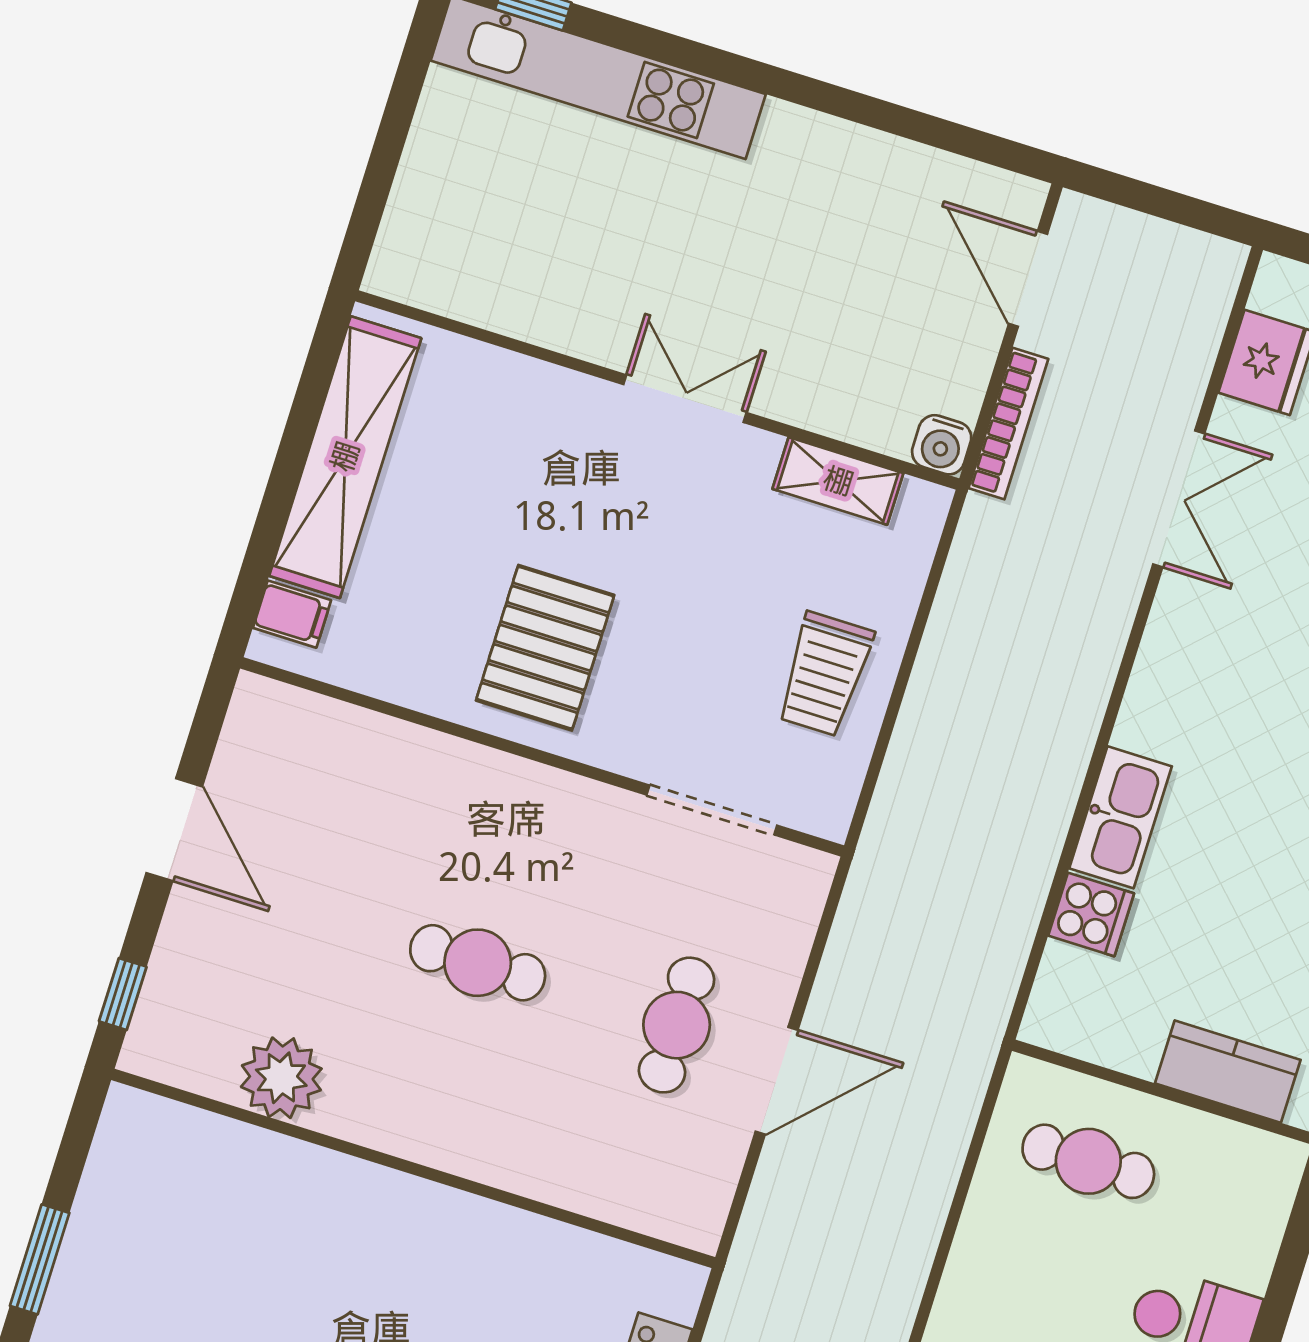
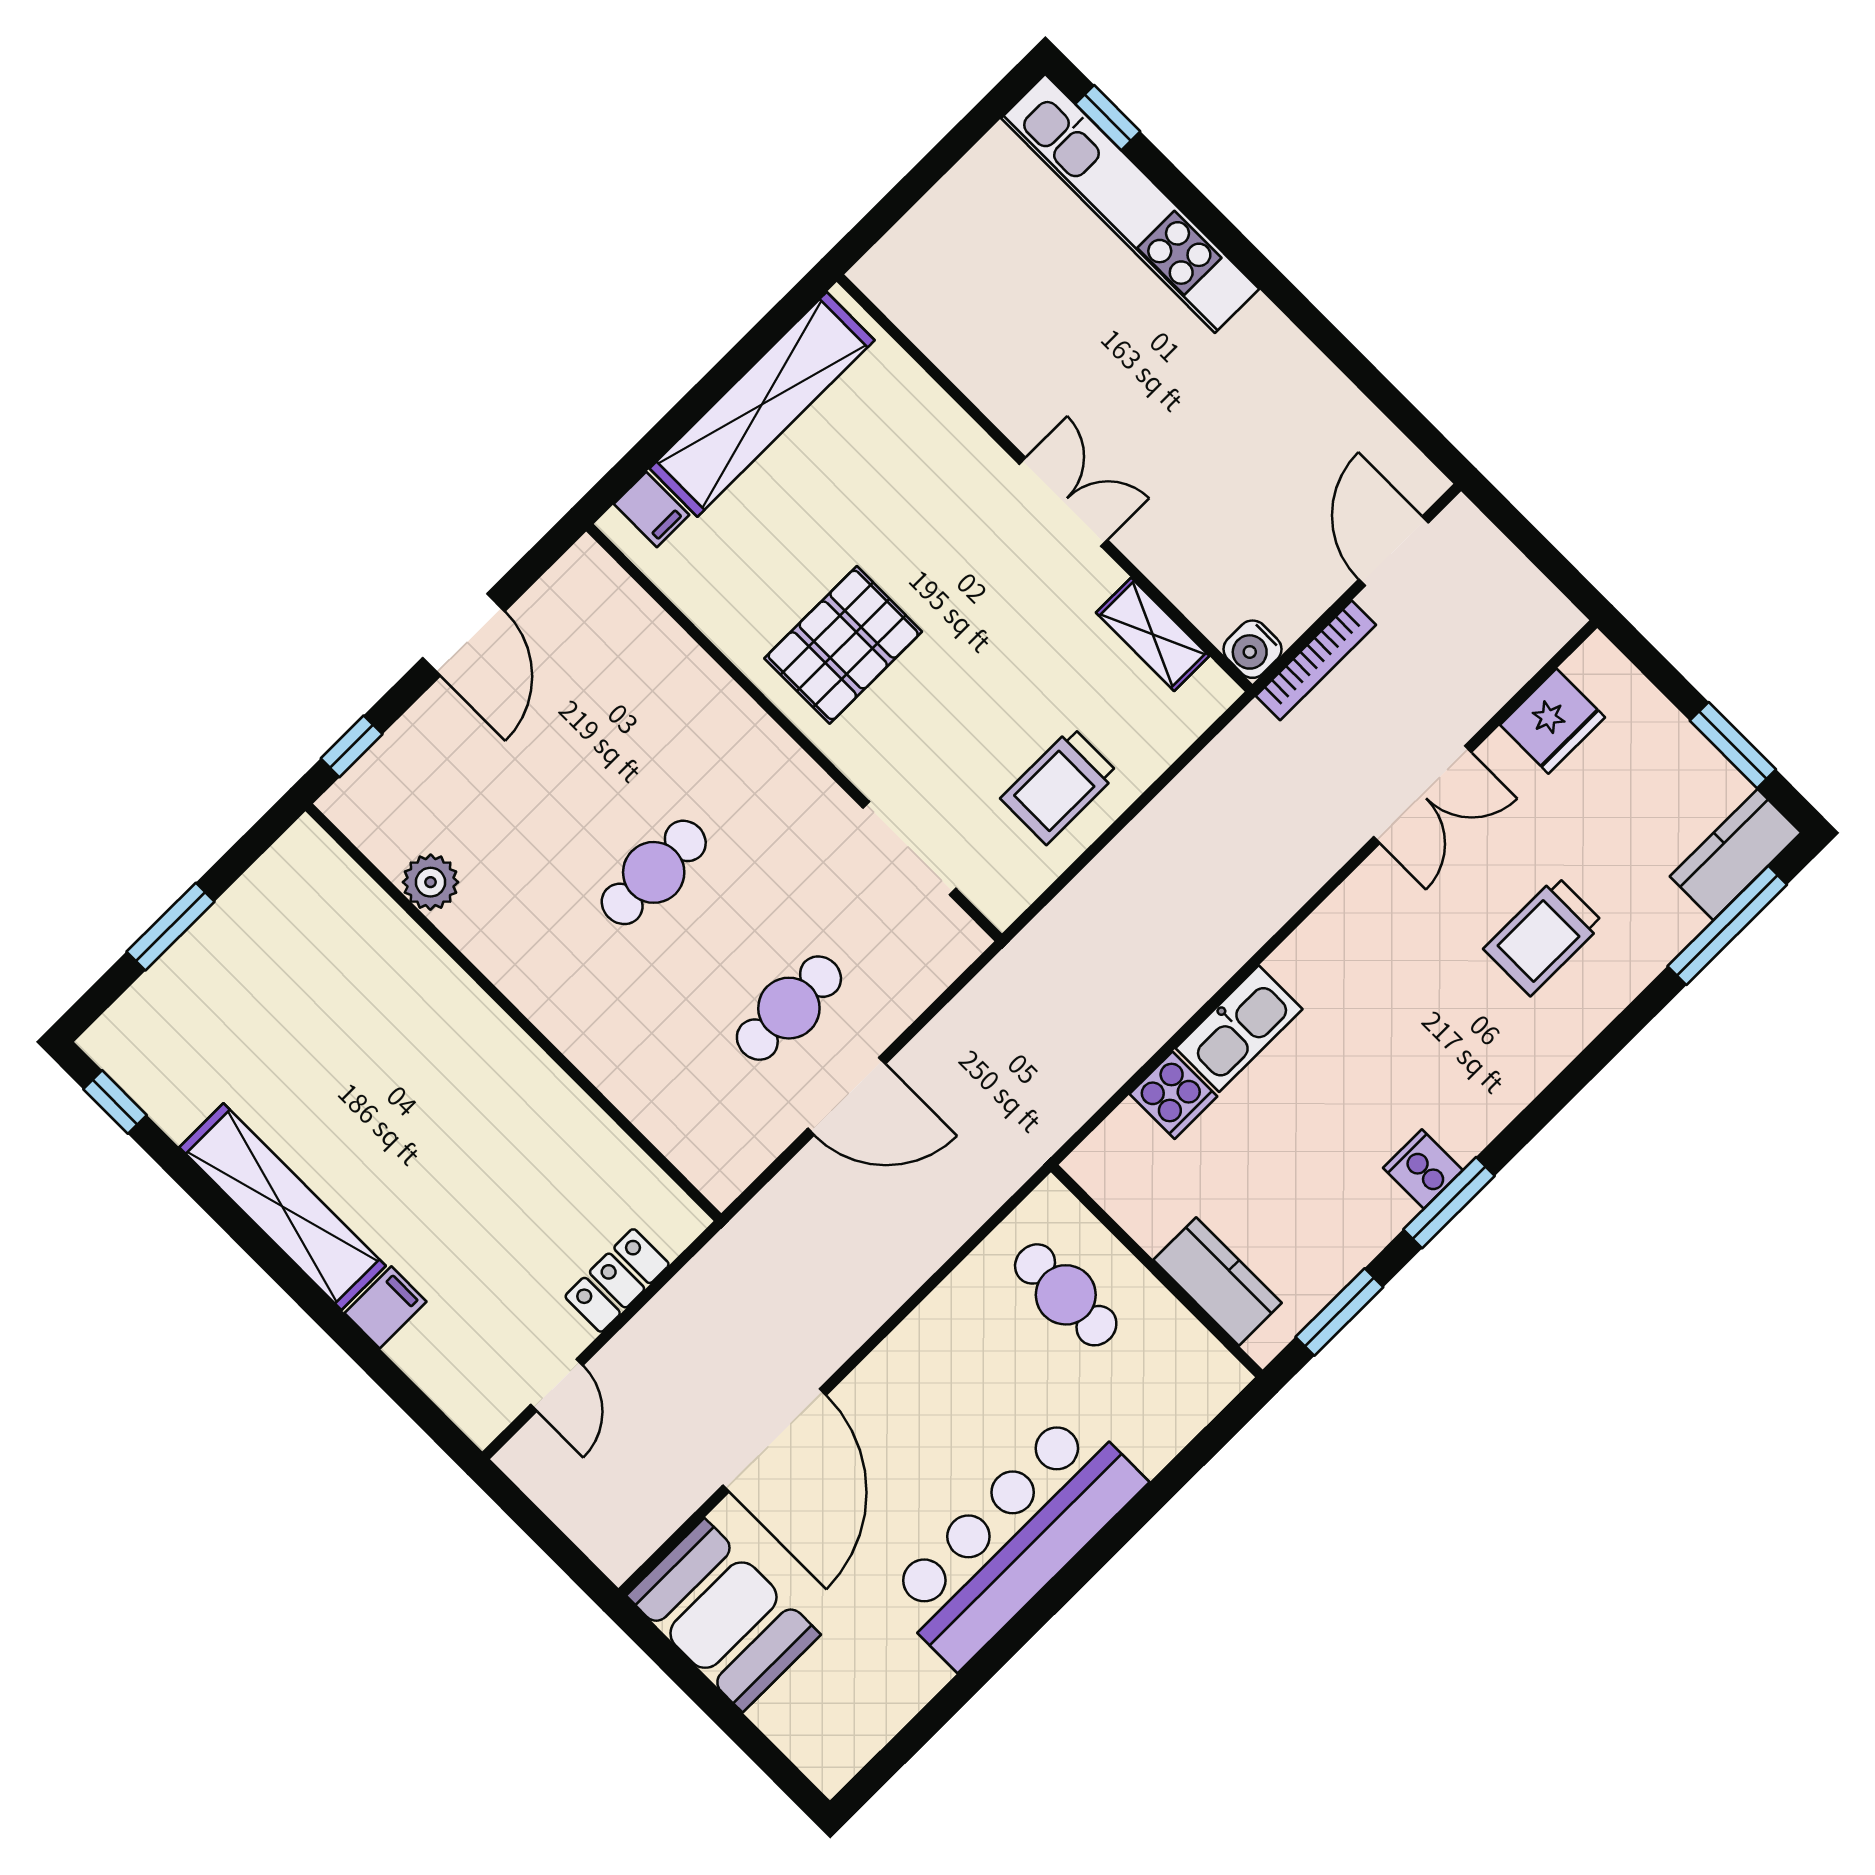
cafe table: (478, 963) -> (654, 872), turned 90
plant: (281, 1078) -> (430, 882), width x0.73, depth x0.73

